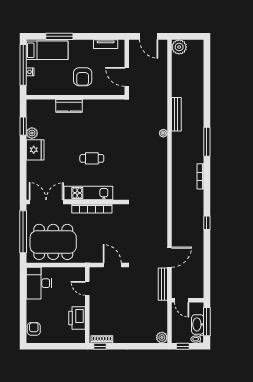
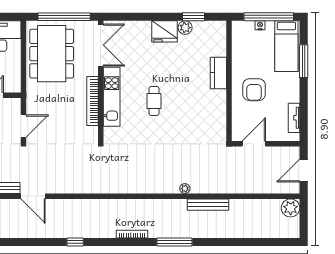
armchair: (83, 77) -> (254, 90), turned -90

